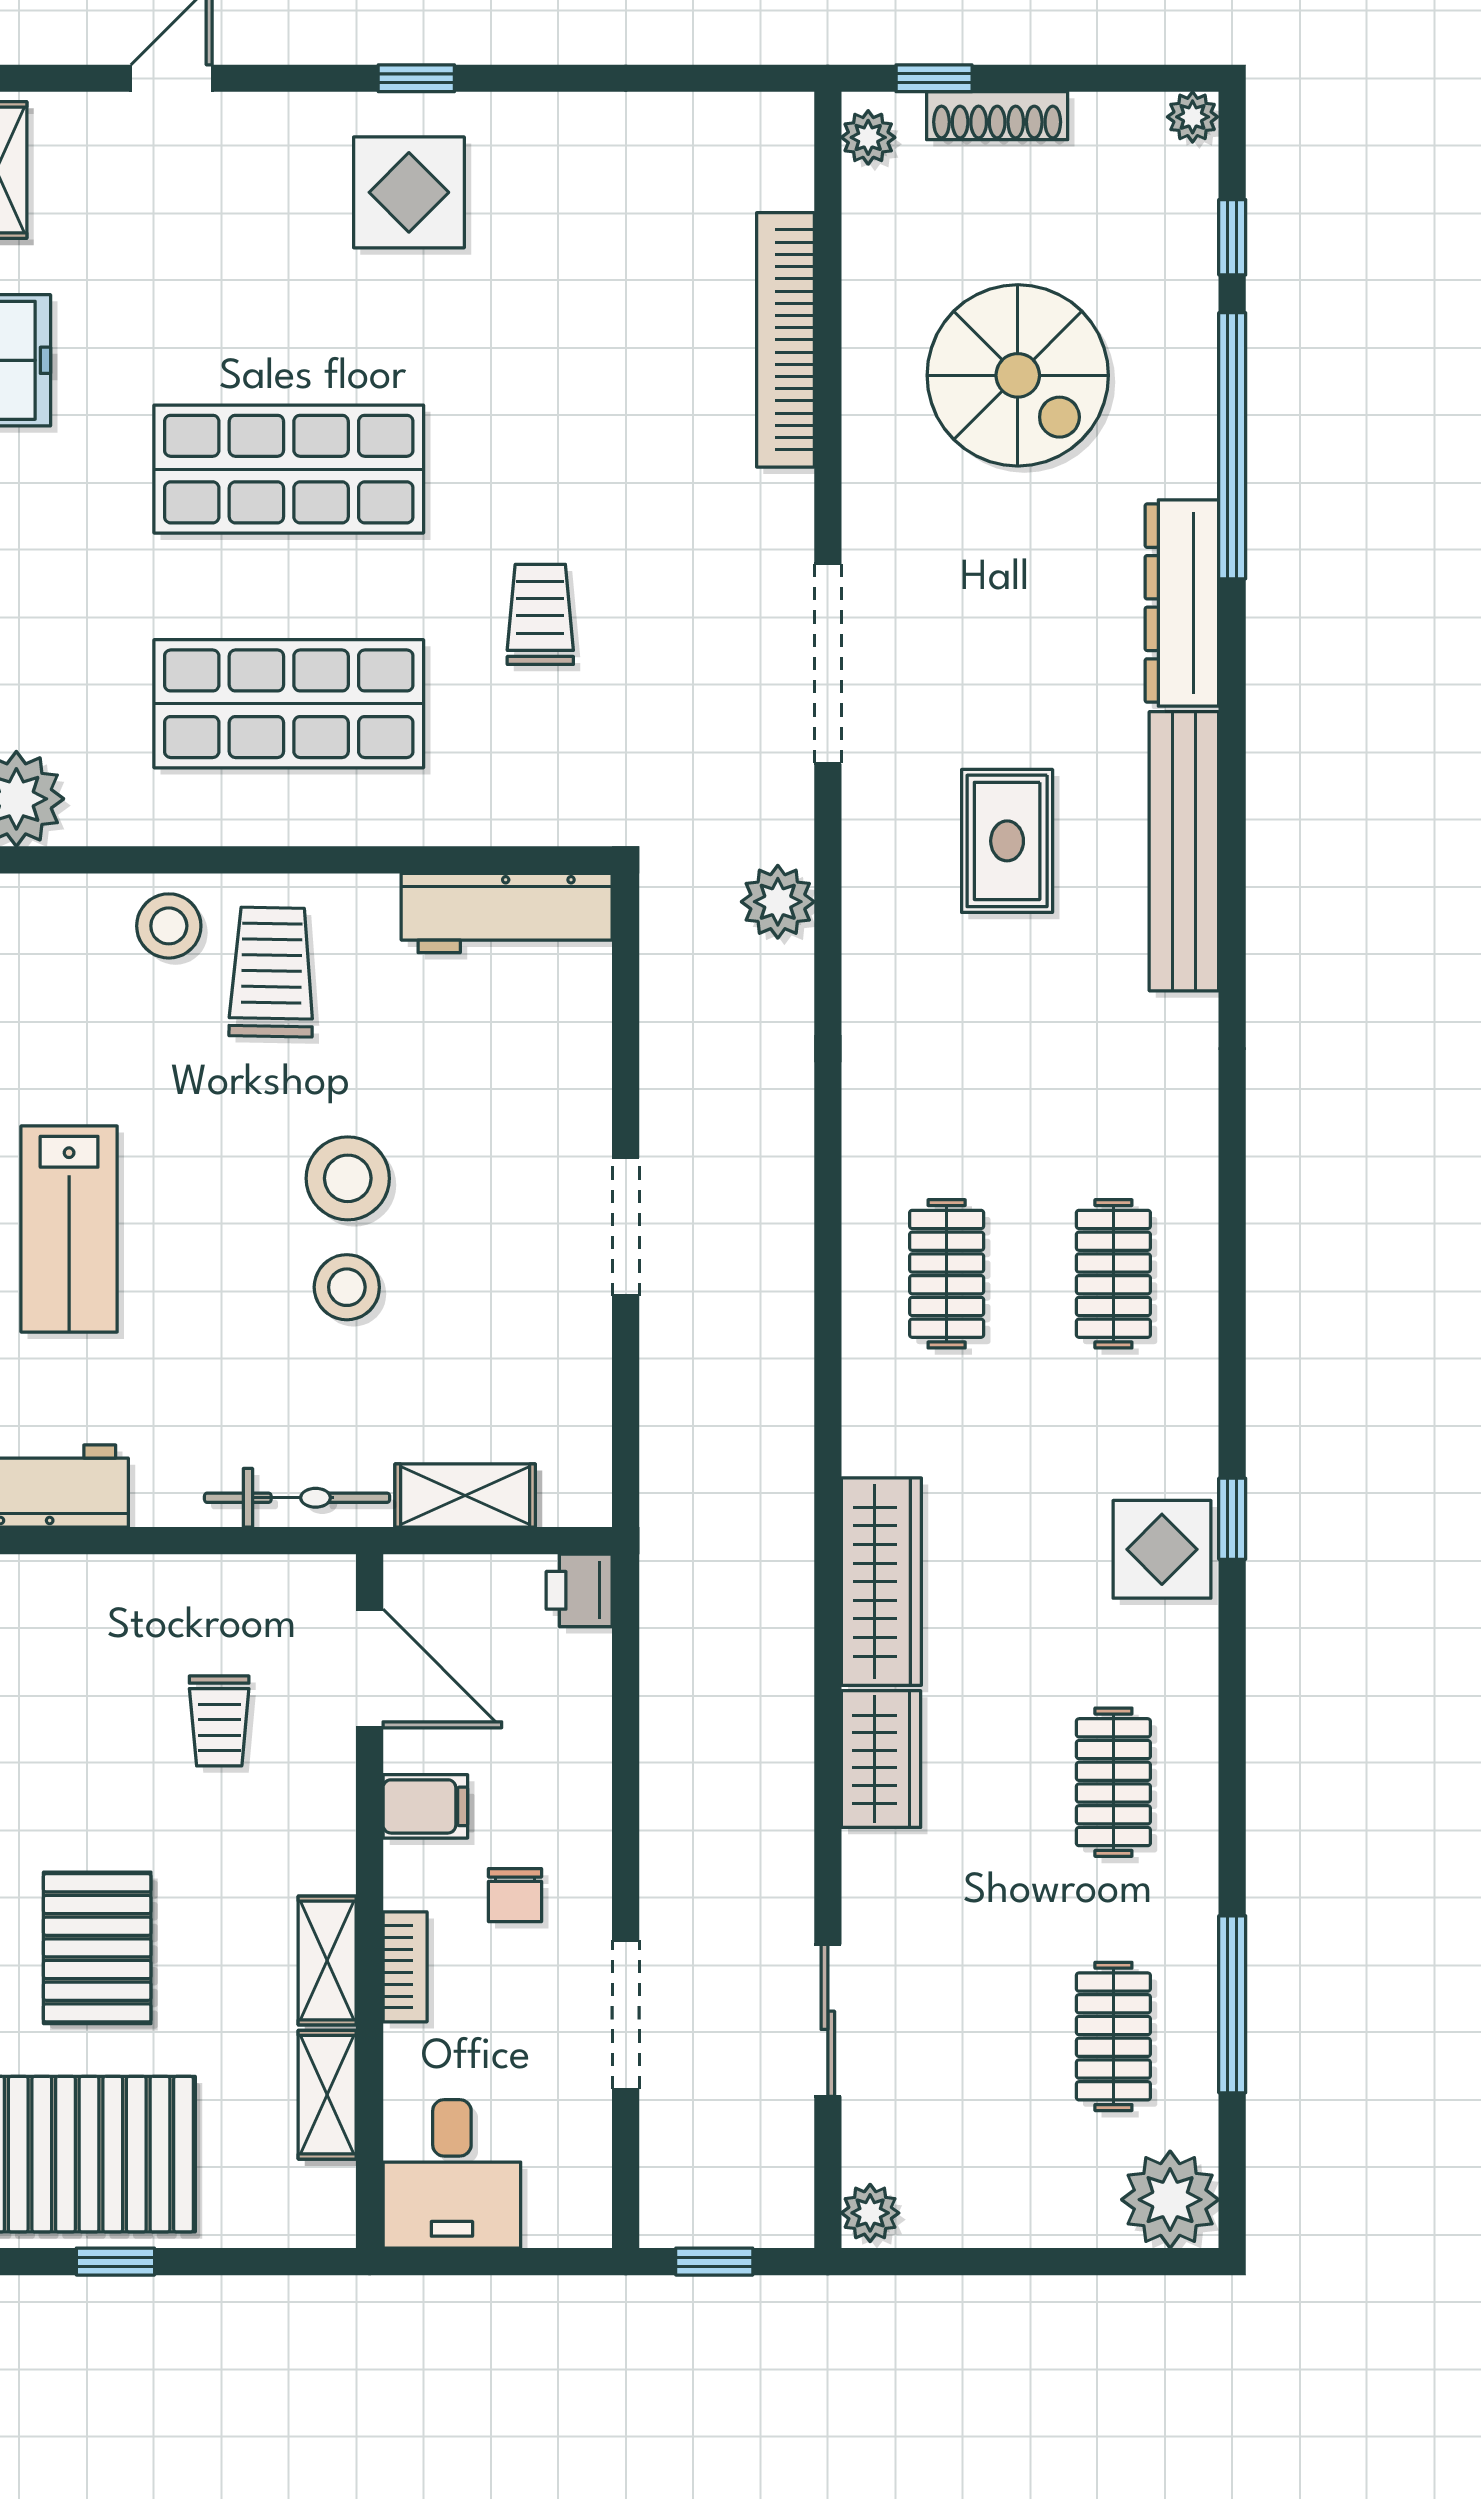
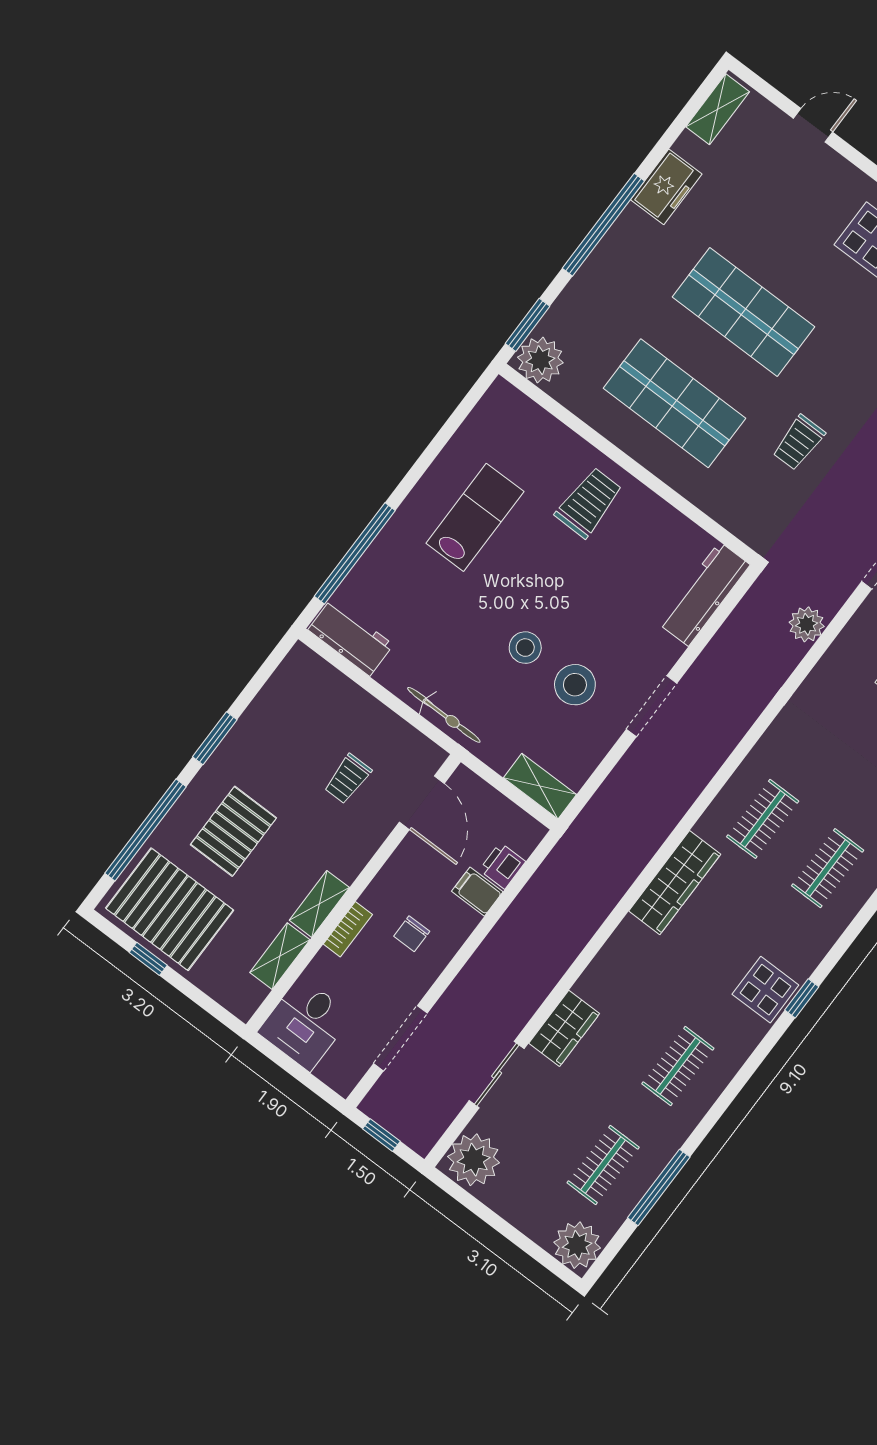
trolley: (540, 614) -> (799, 443), turned 180
workbench: (507, 913) -> (704, 594), moved, turned 90
stool: (169, 926) -> (562, 454), removed
stool: (348, 1178) -> (575, 685), moved
lab bench: (69, 1229) -> (475, 517), moved, turned 180
shelving: (465, 1495) -> (540, 786), moved
wardrobe: (881, 1582) -> (675, 883), moved
printer: (579, 1590) -> (502, 866), moved
wardrobe: (881, 1759) -> (564, 1028), moved
filing cabinet: (425, 1806) -> (477, 892), moved, turned 180
doorway: (626, 2015) -> (400, 1038), moved
plant: (870, 2213) -> (474, 1160), width x1.88, depth x1.88

